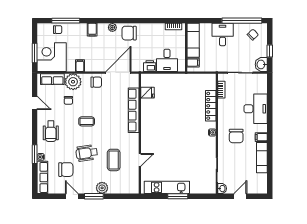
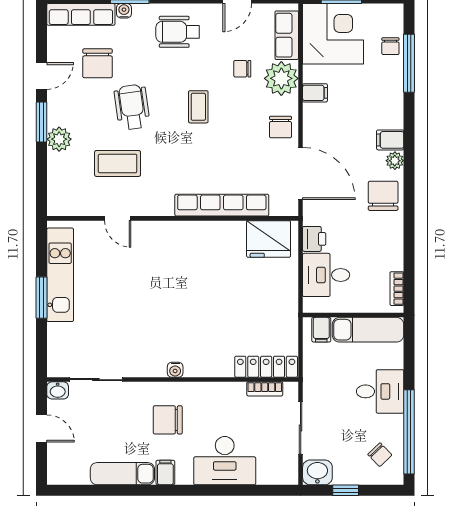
filing cabinet: (92, 30) -> (390, 140), moved
fridge: (148, 93) -> (269, 239), width x1.88, depth x1.34
locker: (211, 106) -> (266, 367), moved

